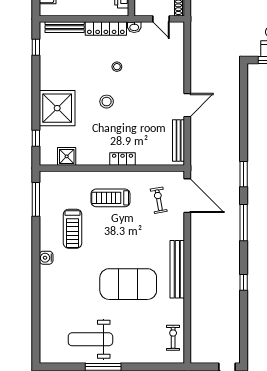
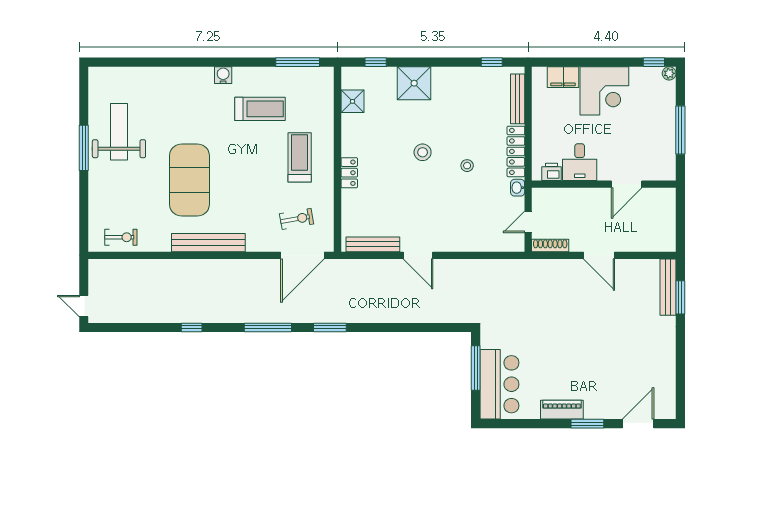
shower: (57, 108) -> (414, 83), width x0.73, depth x0.73
treadmill: (73, 229) -> (260, 109), turned 180

